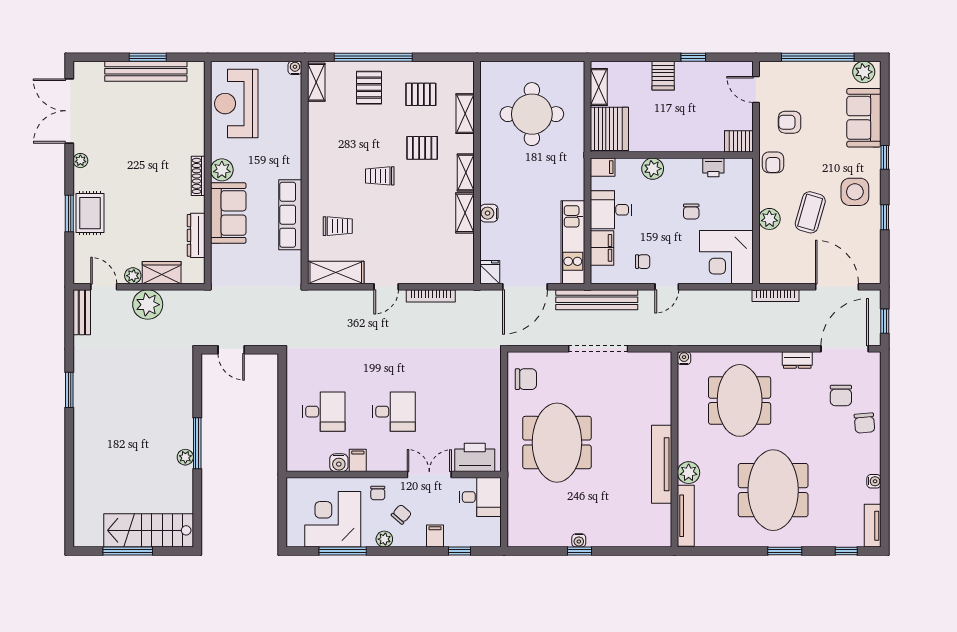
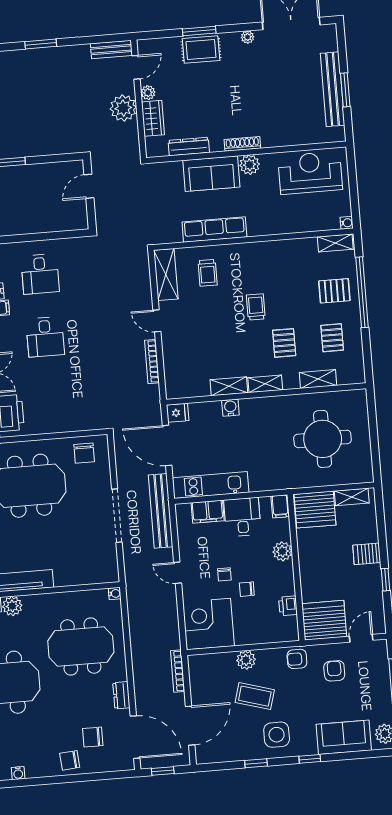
server rack: (739, 141) -> (324, 620), width x2.18, depth x1.44
chair: (643, 262) -> (224, 574), moved

